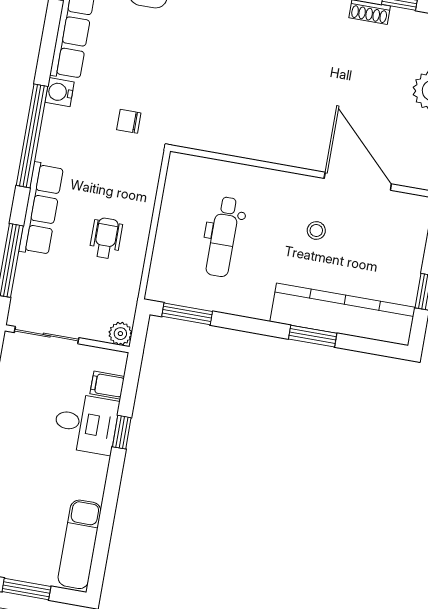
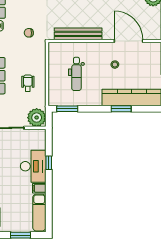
bench: (243, 144) -> (78, 34), added
plant: (120, 334) -> (37, 118), width x1.87, depth x1.87
filing cabinet: (107, 385) -> (39, 188), moved
desk: (86, 424) -> (33, 166), width x1.37

